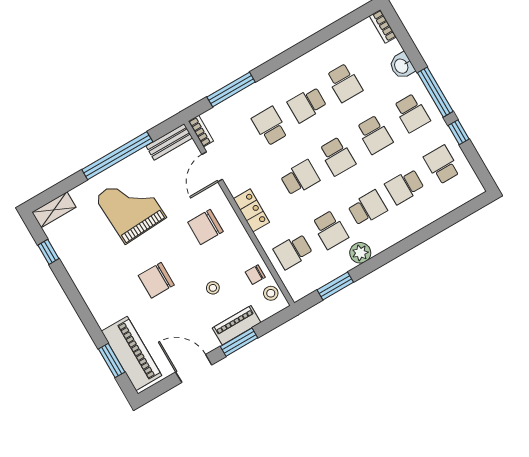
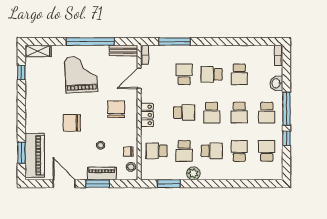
school desk: (405, 186) -> (239, 151), turned 90
chair: (205, 227) -> (116, 109), turned 90

